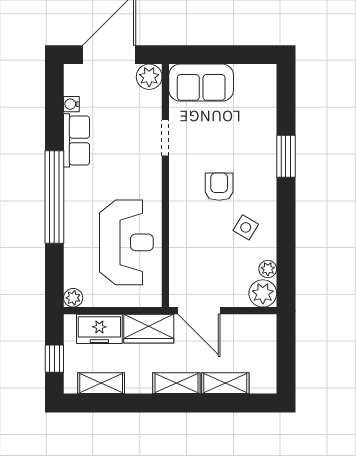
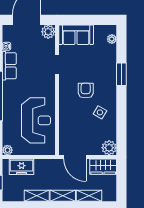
plant: (268, 269) -> (112, 39), moved
wardrobe: (149, 329) -> (103, 167), moved
shelving: (101, 383) -> (37, 196), moved

